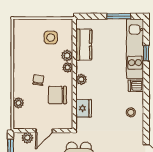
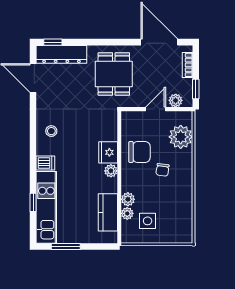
plant: (68, 67) -> (127, 213), moved
plant: (18, 103) -> (181, 137), width x1.87, depth x1.87
fridge: (84, 108) -> (108, 152), moved

